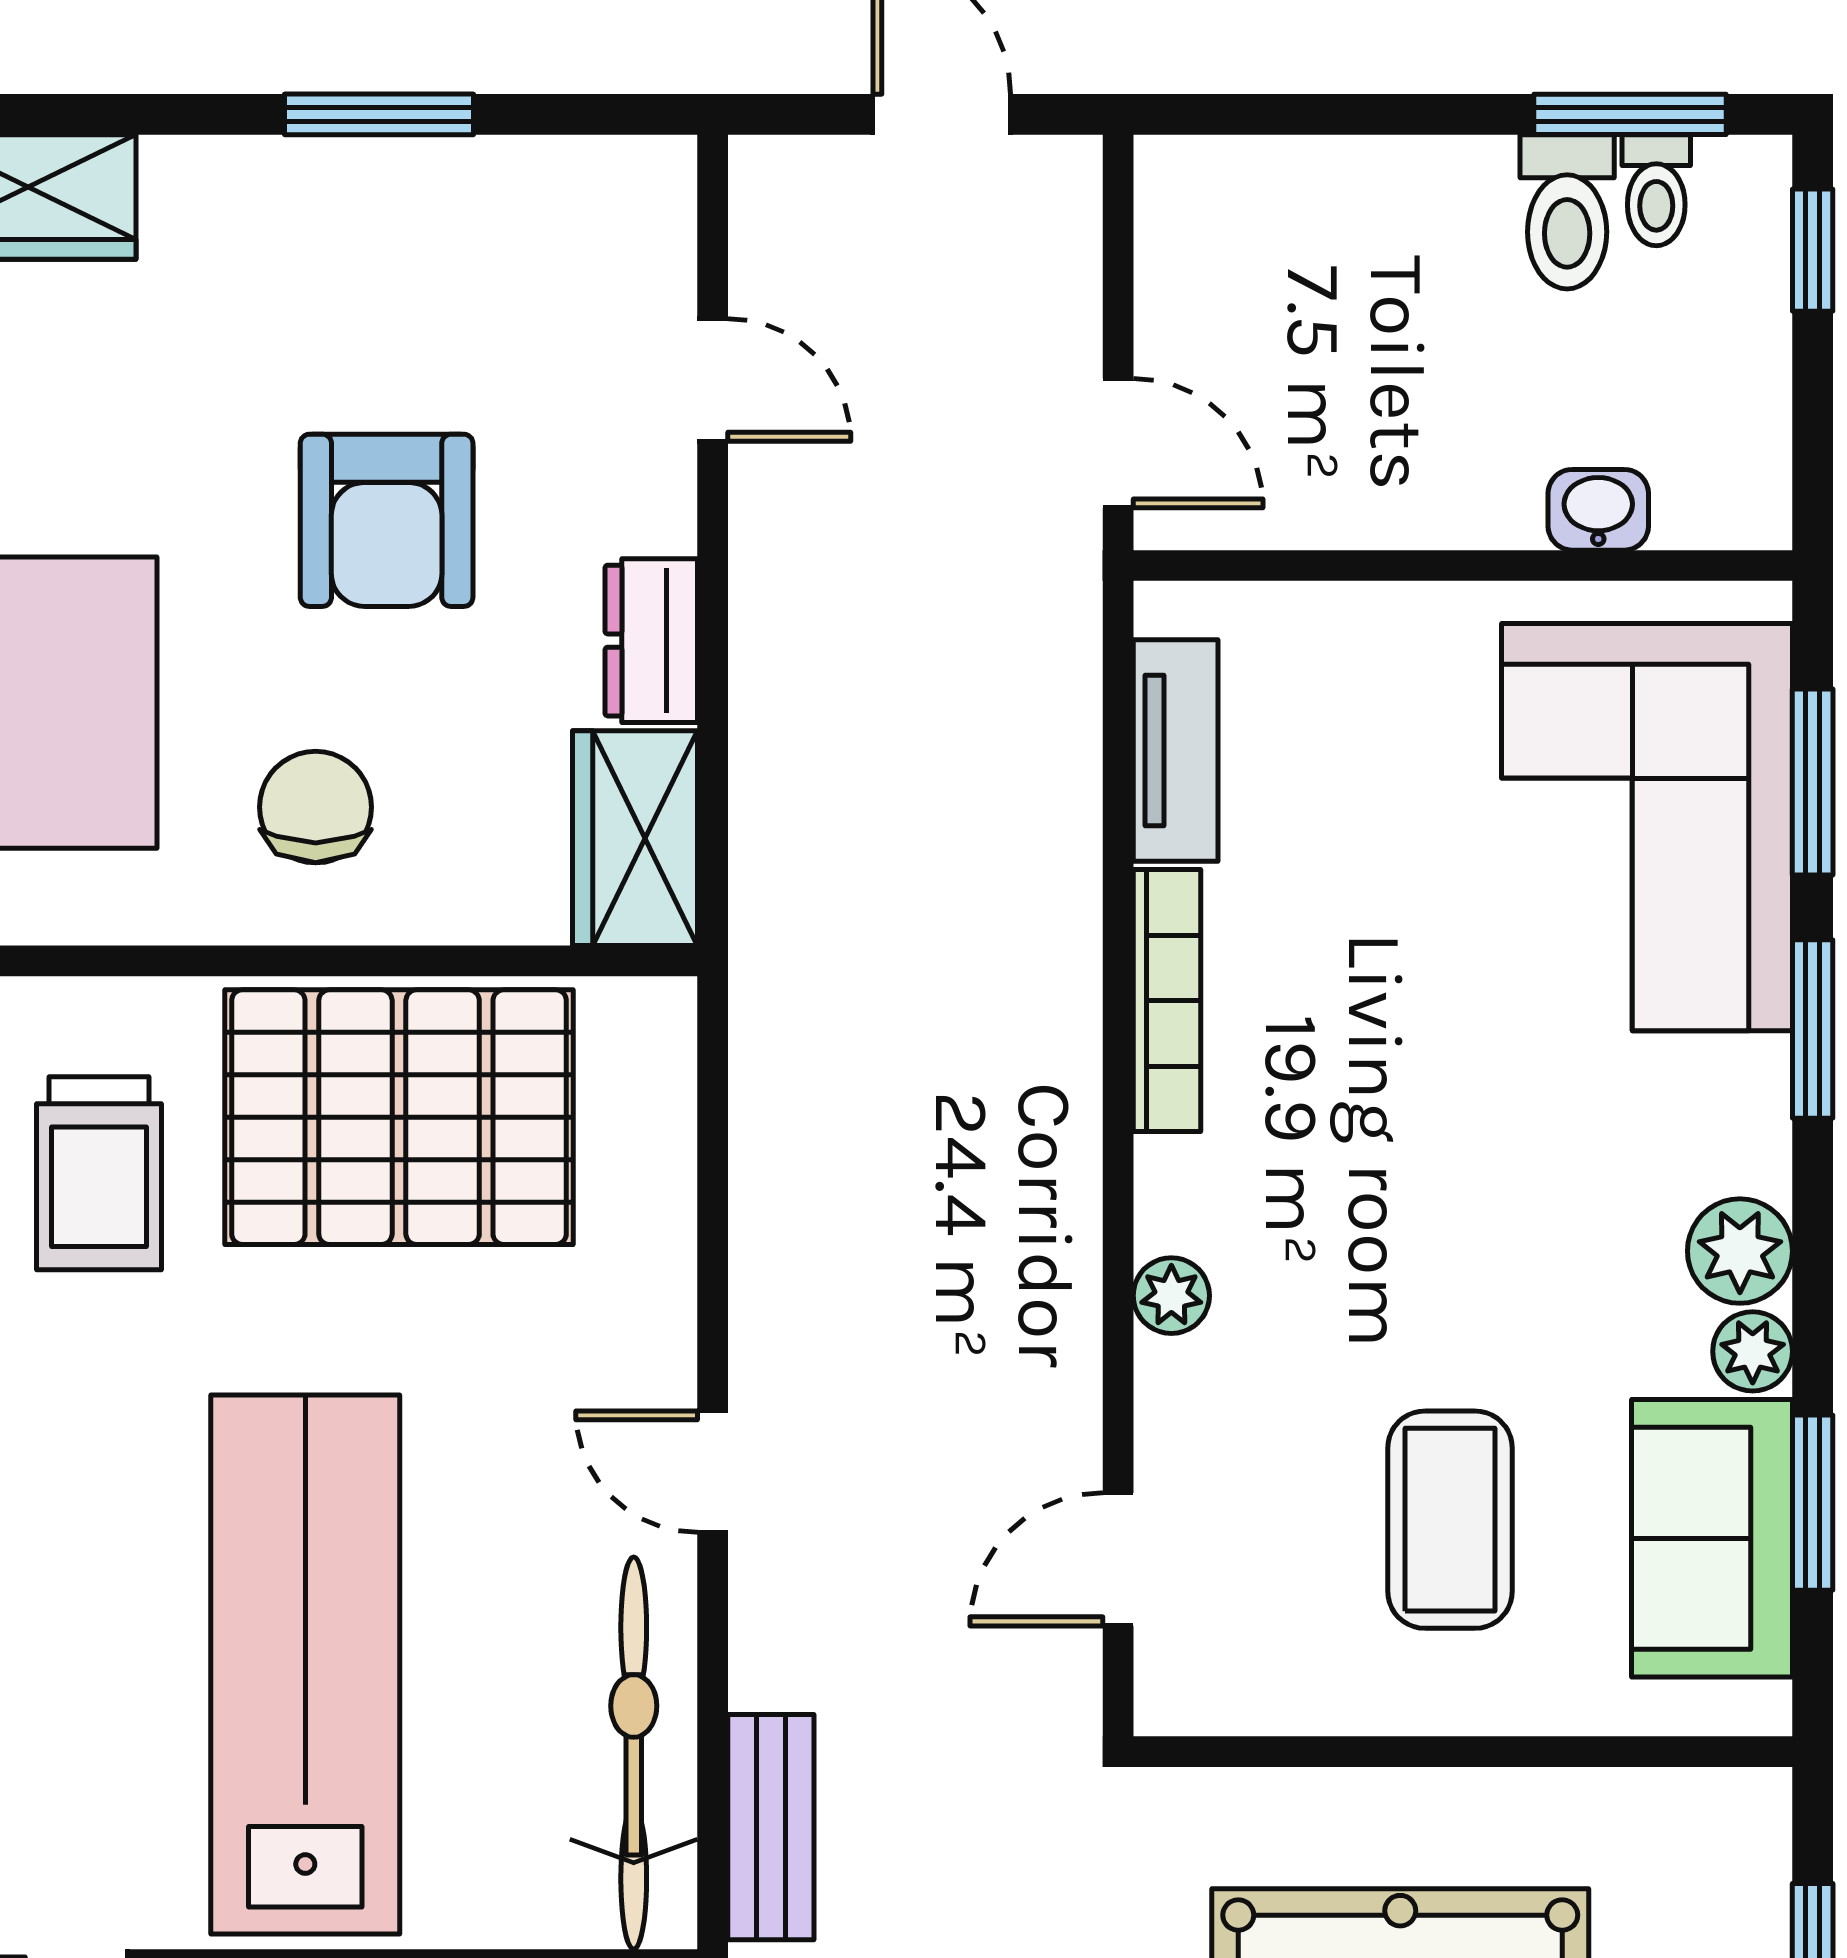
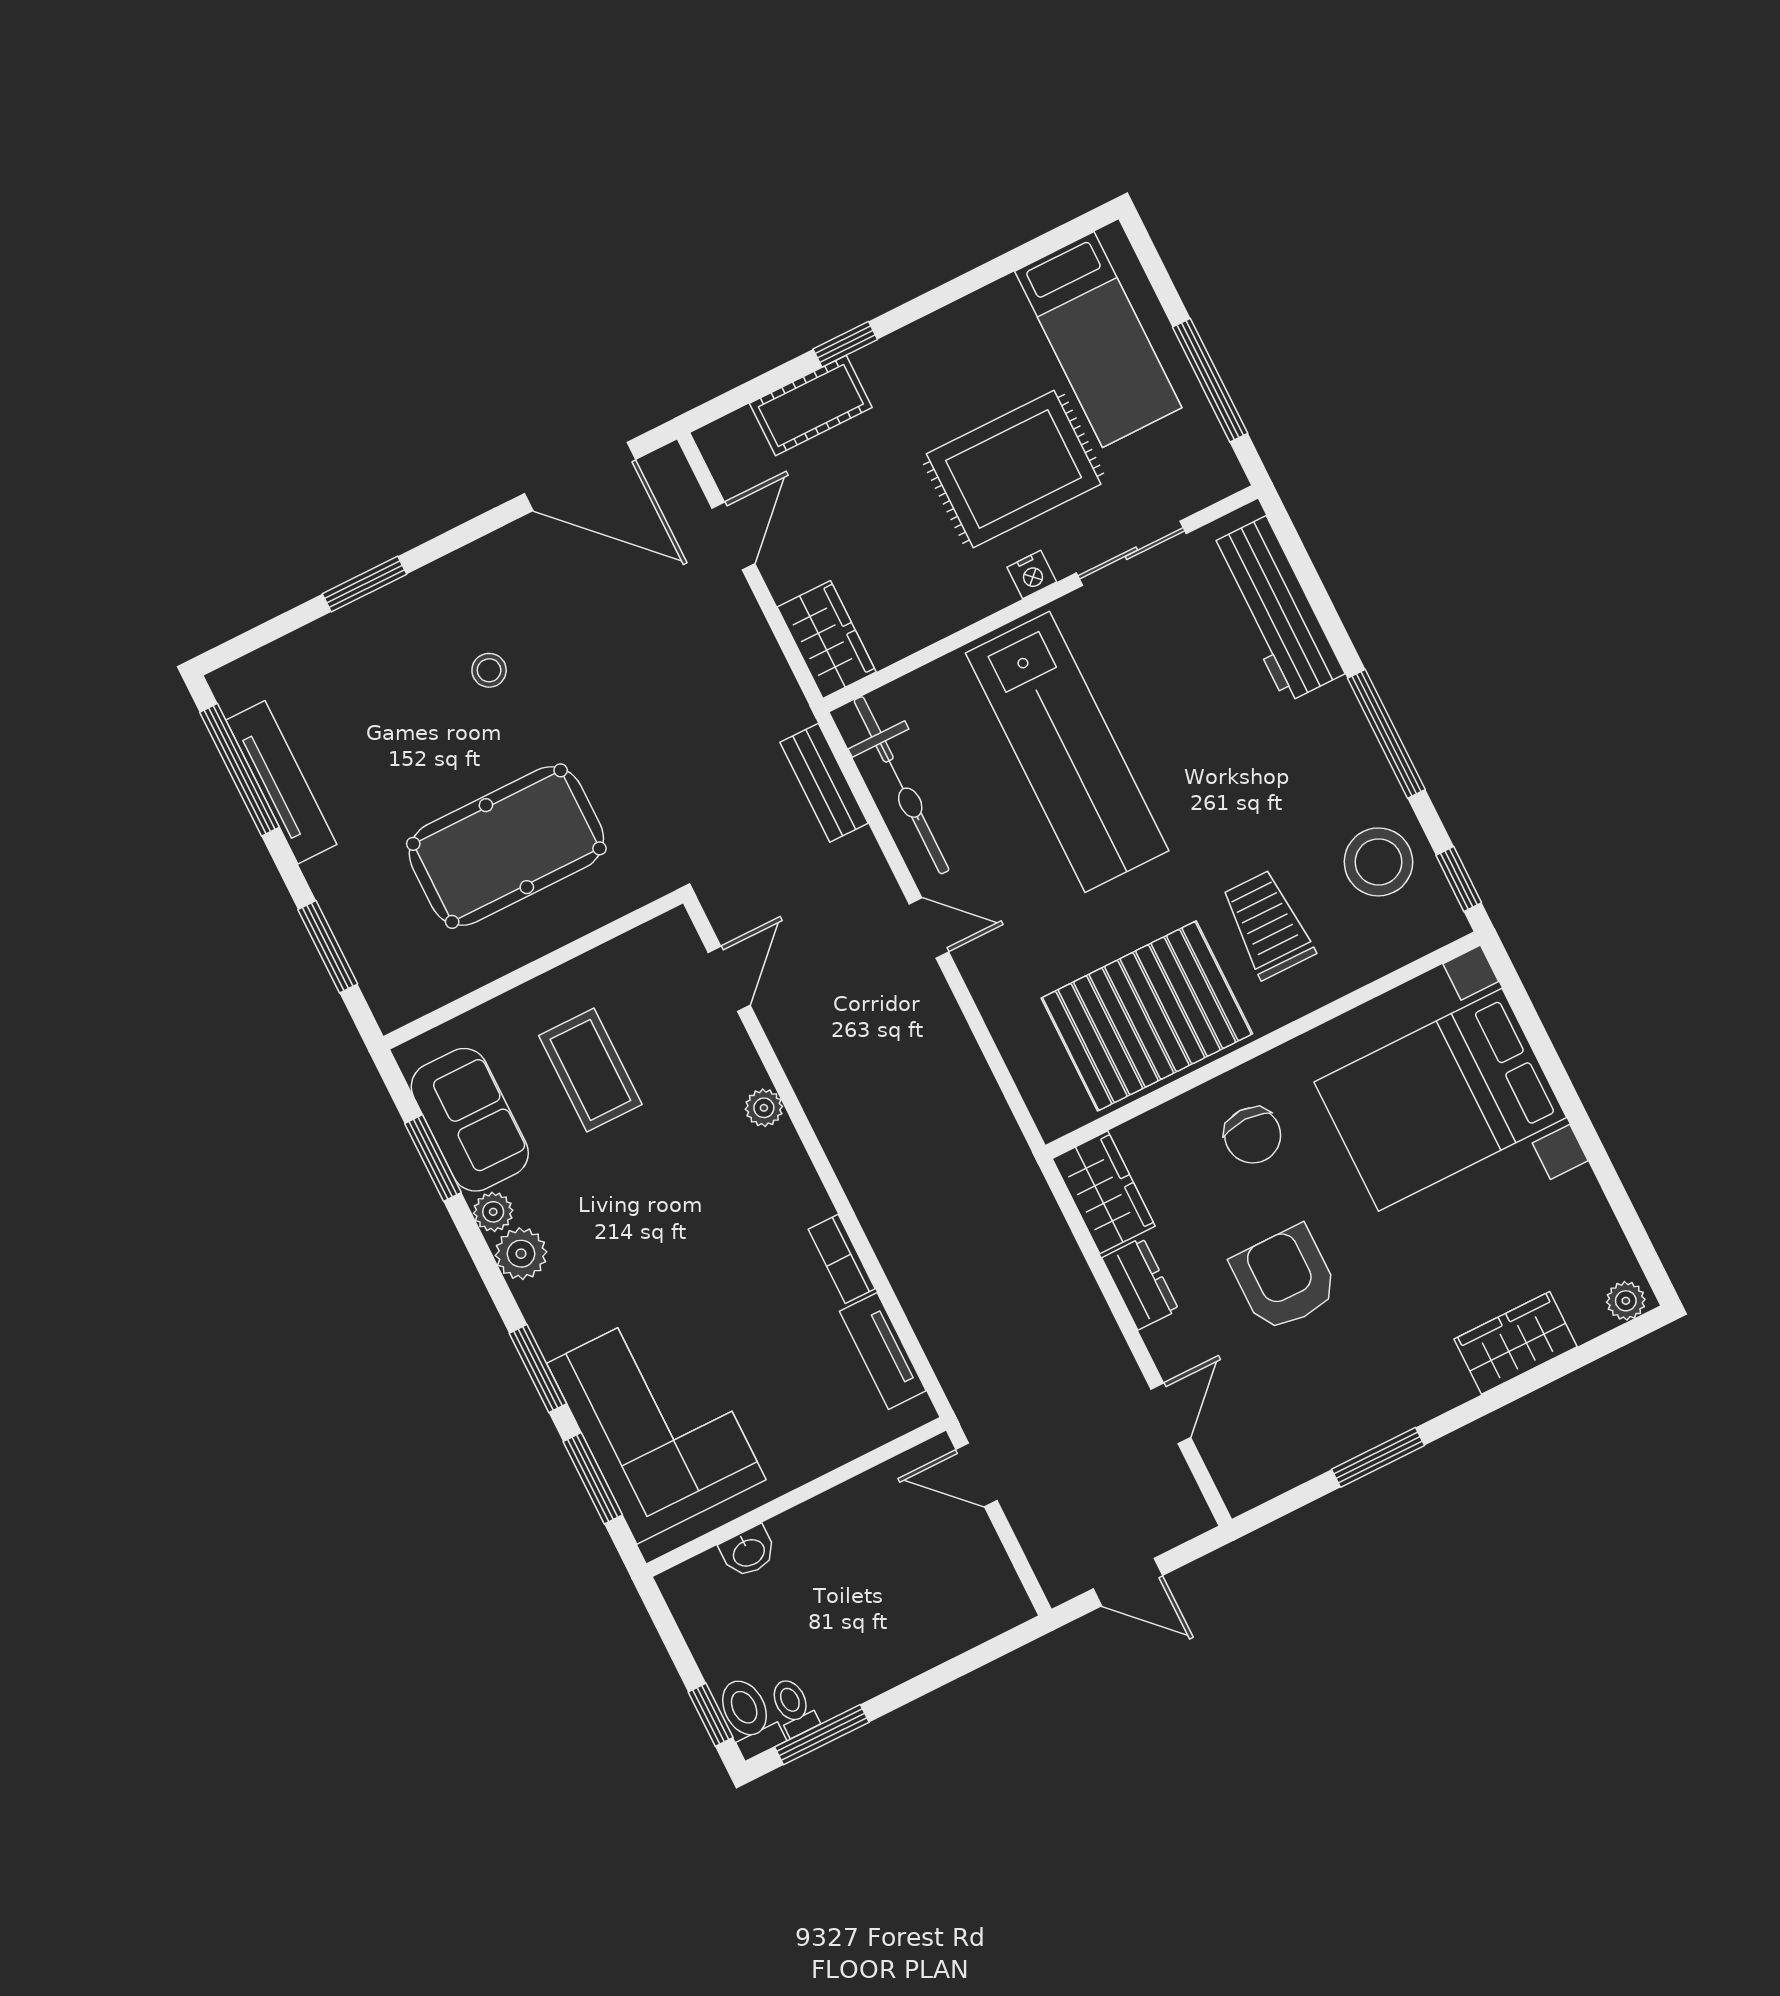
toilet: (1567, 212) -> (749, 1717), moved
door: (713, 380) -> (1171, 1413), swing flipped
bookcase: (1167, 1001) -> (842, 1259), width x0.64

